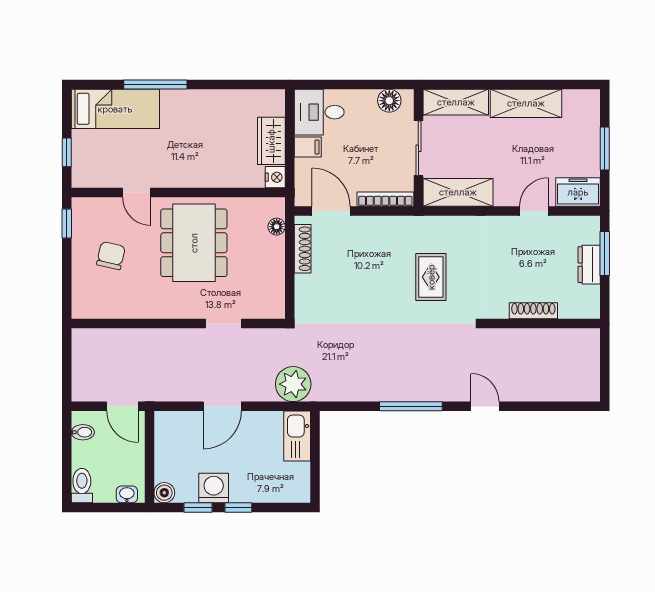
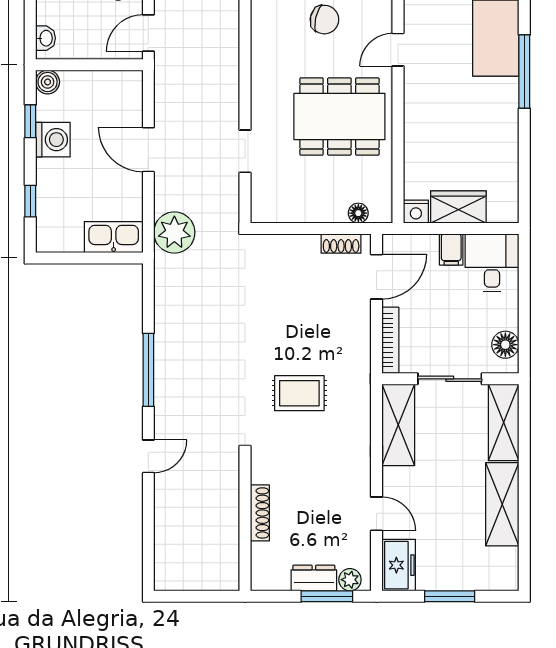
plant: (591, 234) -> (350, 580), added
shoe rack: (303, 249) -> (341, 243), width x0.70
window: (238, 507) -> (30, 201), moved

